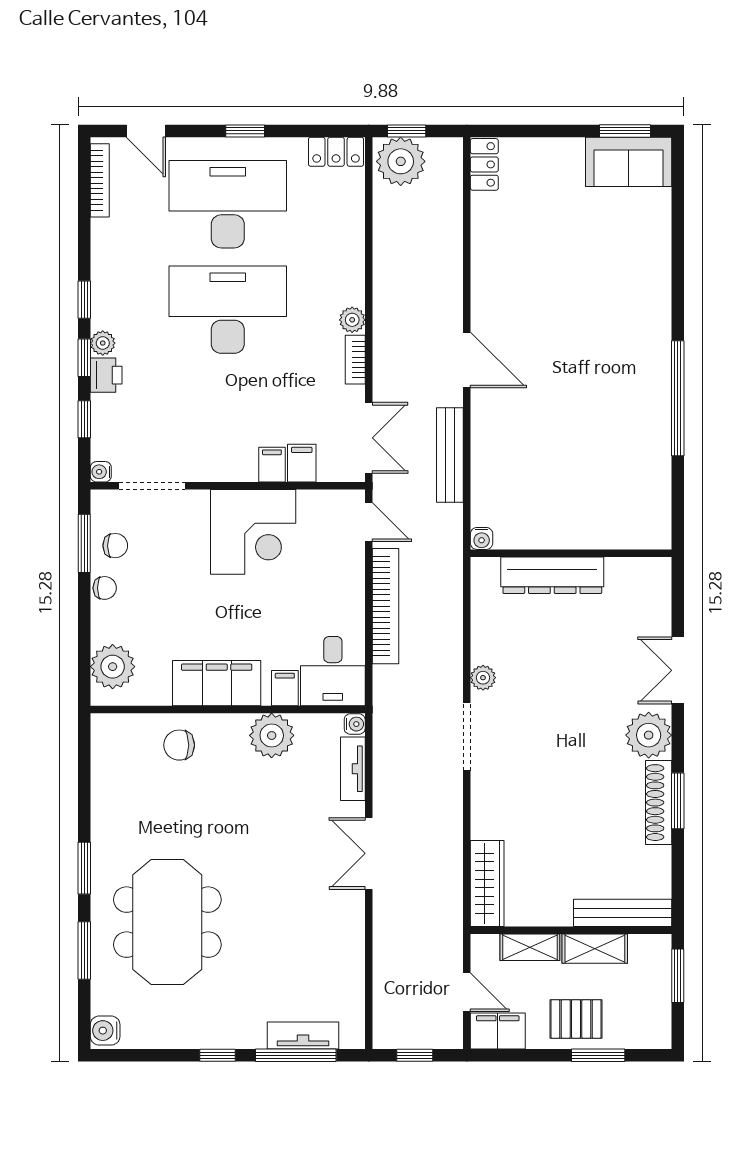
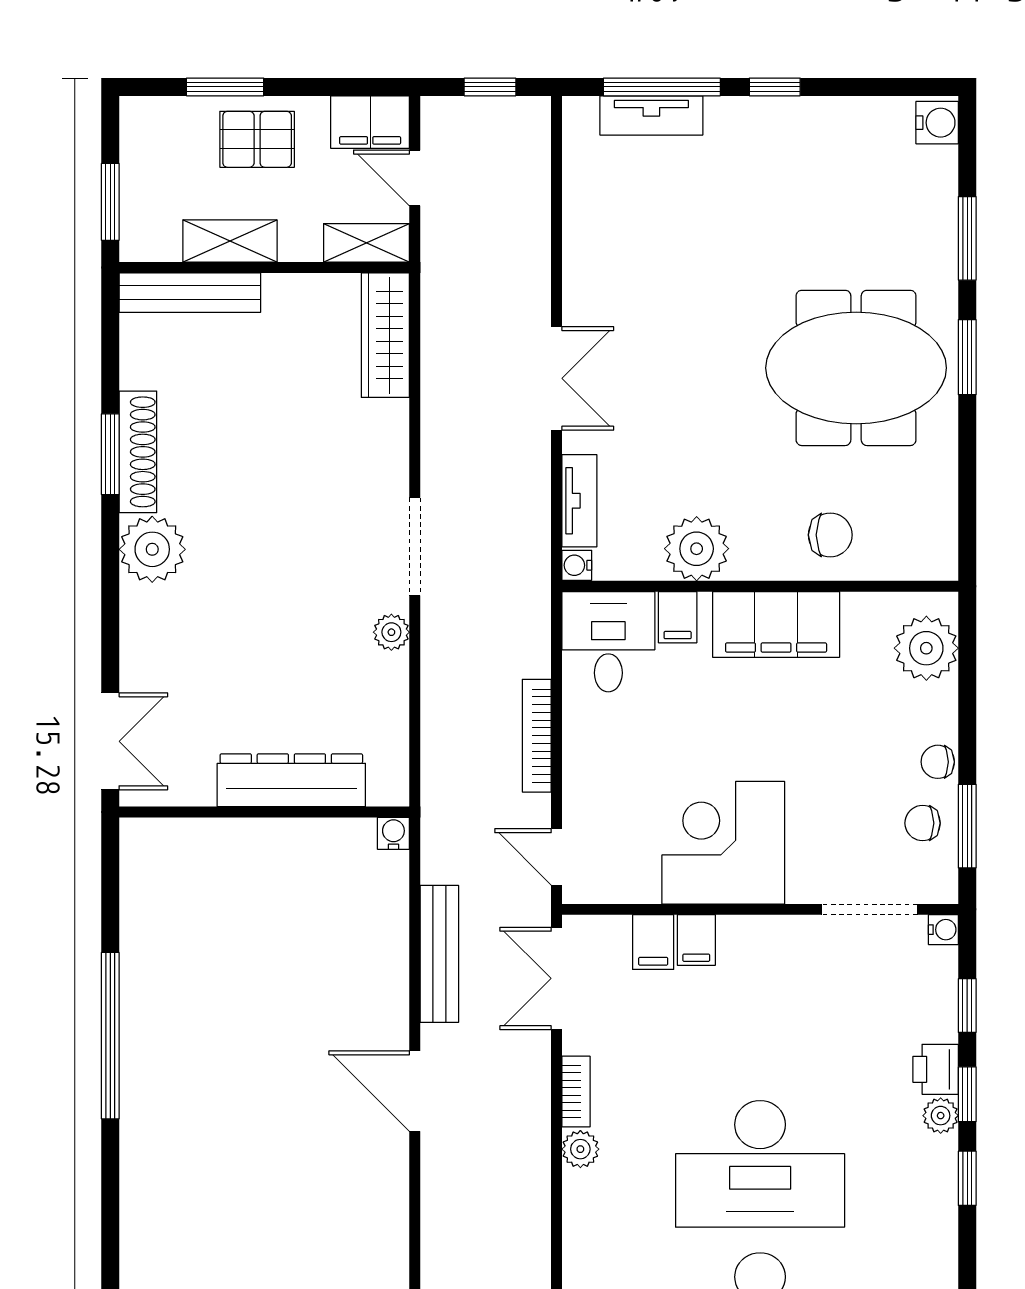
bookcase: (386, 606) -> (537, 736), width x0.68, depth x0.76
double door: (678, 670) -> (110, 741), moved
meeting table: (167, 922) -> (856, 368), moved, turned 90
shelving: (530, 947) -> (367, 243), moved

